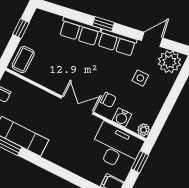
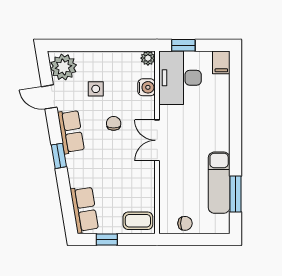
row of seats: (80, 31) -> (84, 209), moved
chair: (108, 100) -> (114, 123), moved

